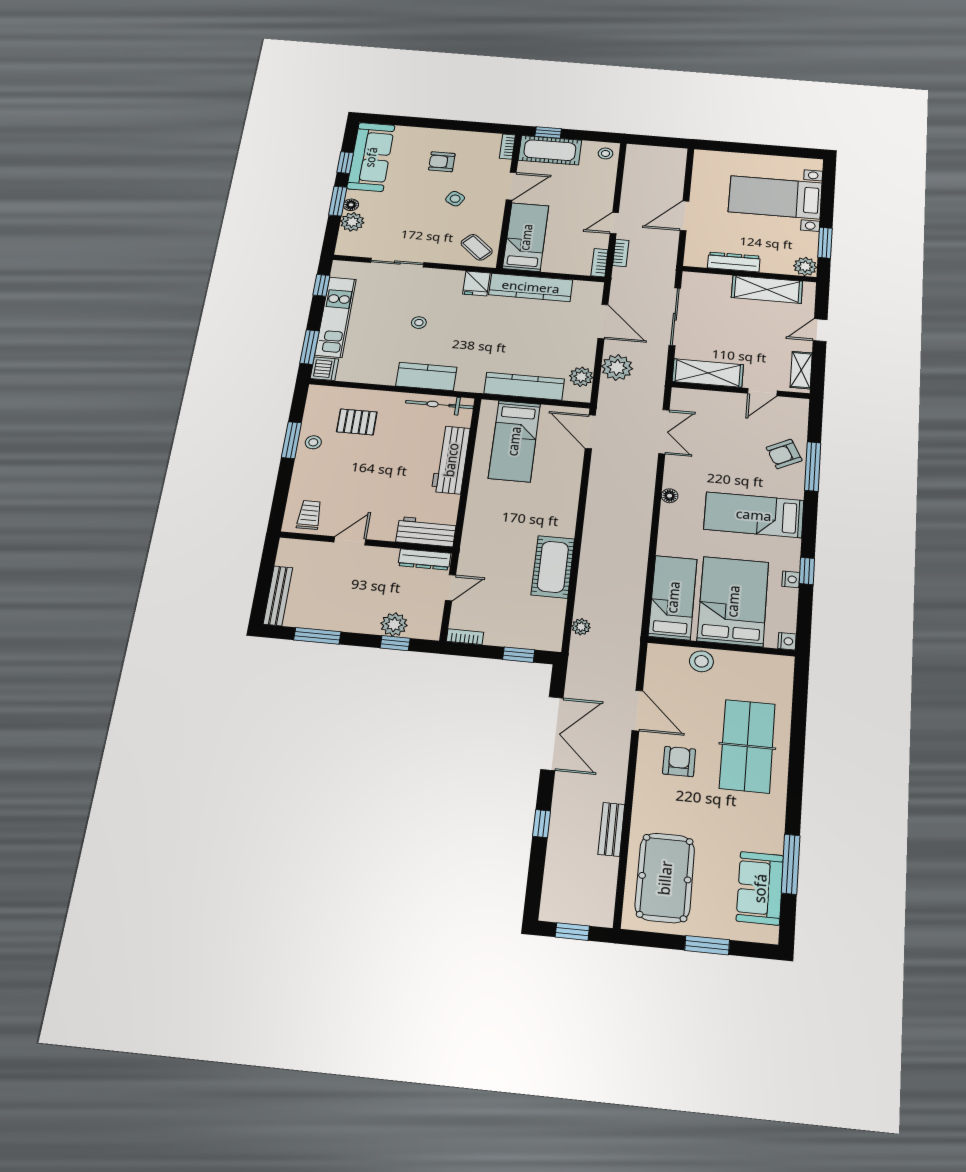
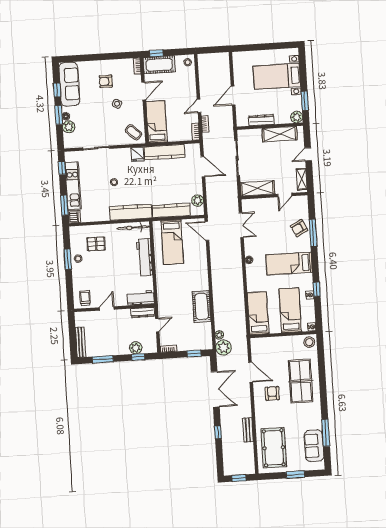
plant: (617, 367) -> (224, 348), moved
kitchen counter: (426, 377) -> (131, 212), width x1.50
bed: (733, 601) -> (290, 310), width x0.67
stool: (701, 661) -> (309, 342), moved

